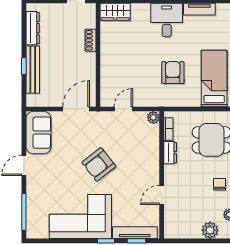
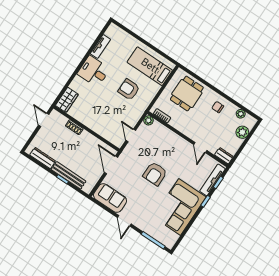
dresser: (170, 153) -> (224, 156), moved
armchair: (99, 164) -> (155, 174), turned 38

